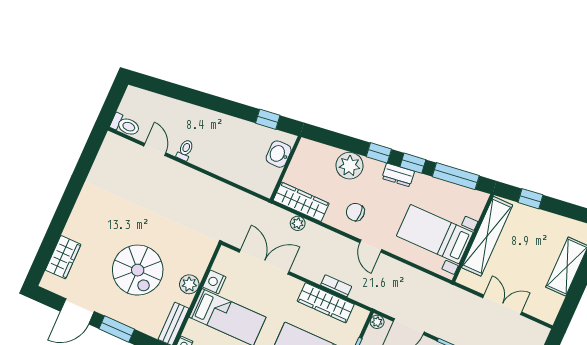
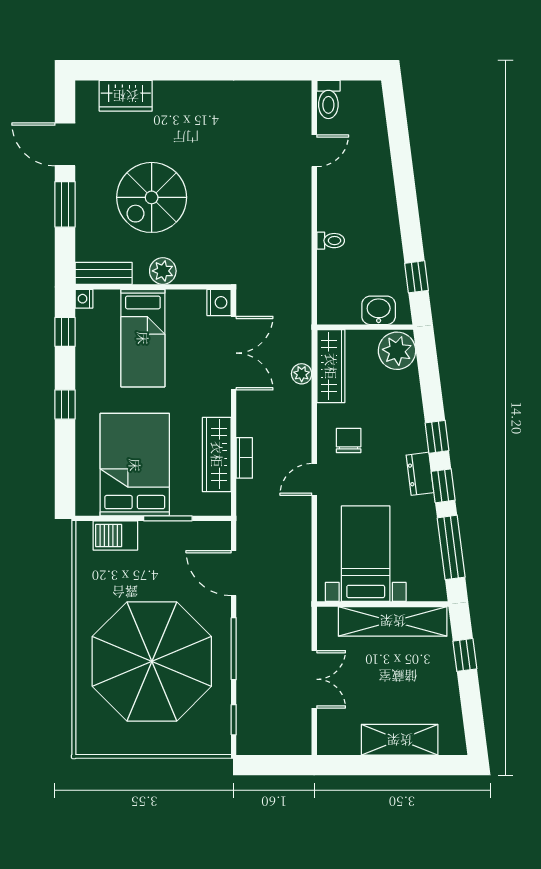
toilet: (185, 150) -> (331, 241), moved
plant: (350, 166) -> (397, 351), moved
nightstand: (214, 282) -> (219, 302), moved, turned 90
plant: (377, 322) -> (222, 530), removed

